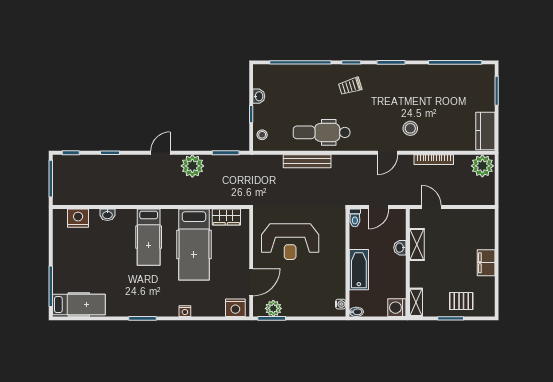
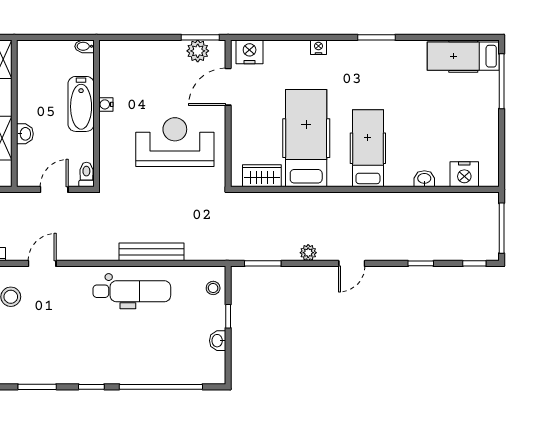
trolley: (350, 86) -> (93, 354), removed
plant: (192, 166) -> (308, 253), width x0.53, depth x0.53
water cooler: (341, 304) -> (106, 104), moved
washing machine: (397, 308) -> (29, 52), removed

